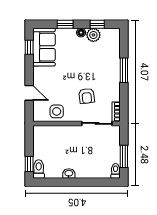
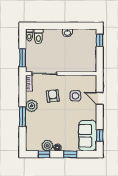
plant: (113, 84) -> (32, 106), added
side table: (57, 111) -> (75, 96), moved
window: (124, 156) -> (22, 58), moved
toilet: (39, 169) -> (38, 36), moved

